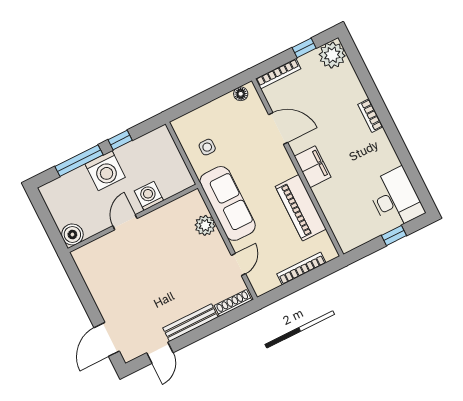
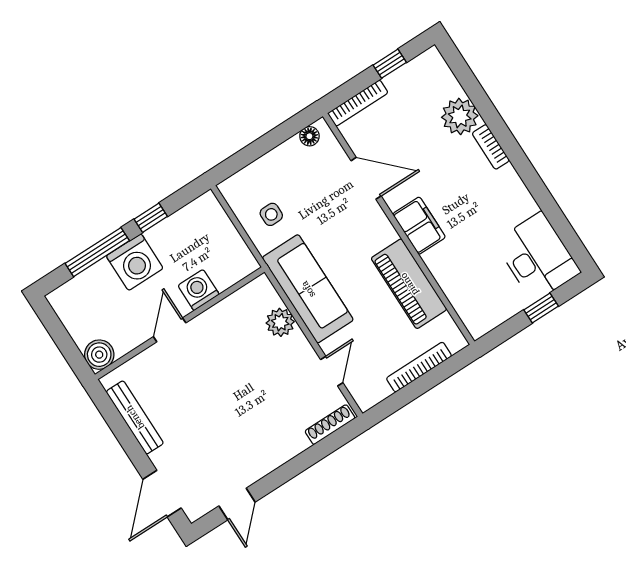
plant: (332, 55) -> (460, 116), moved
bench: (190, 323) -> (135, 417), moved, turned 90

